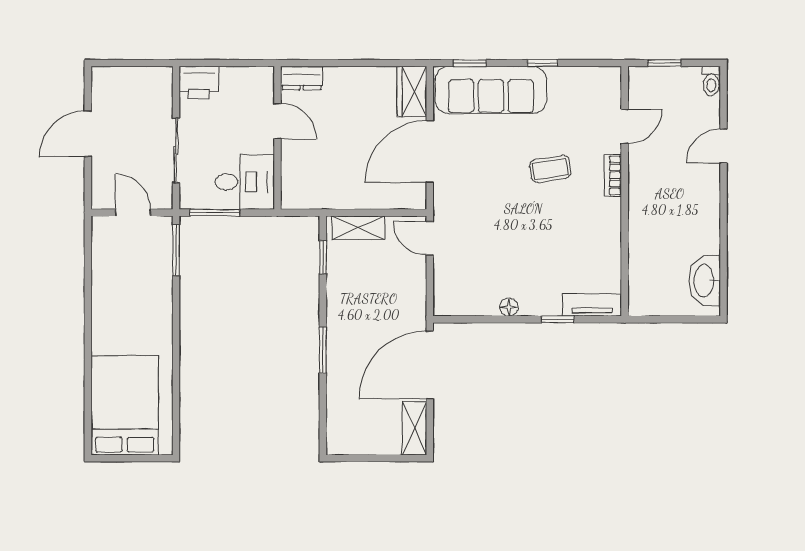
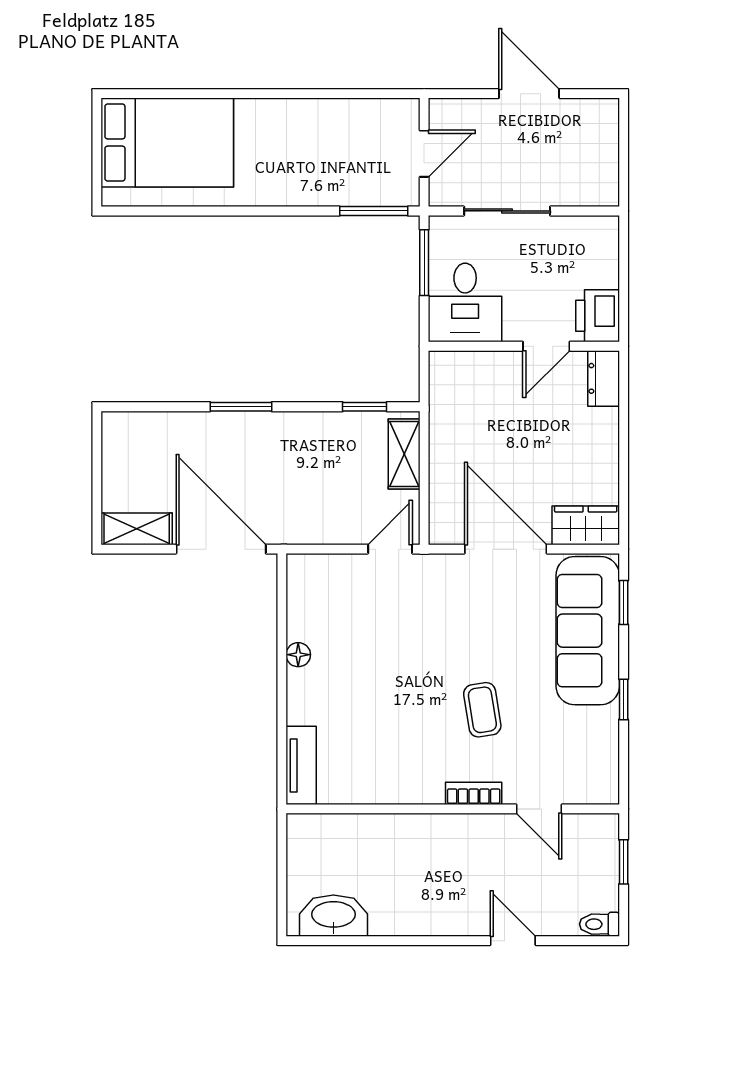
printer: (199, 82) -> (598, 316), moved
window: (558, 319) -> (282, 720), removed

